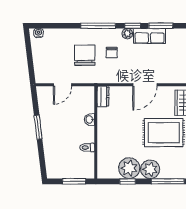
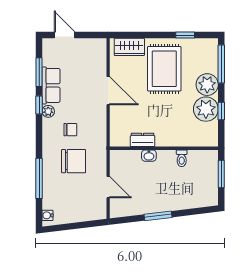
window: (98, 26) -> (39, 178), moved
chair: (85, 55) -> (74, 161), turned 180
dresser: (103, 96) -> (143, 140), moved

